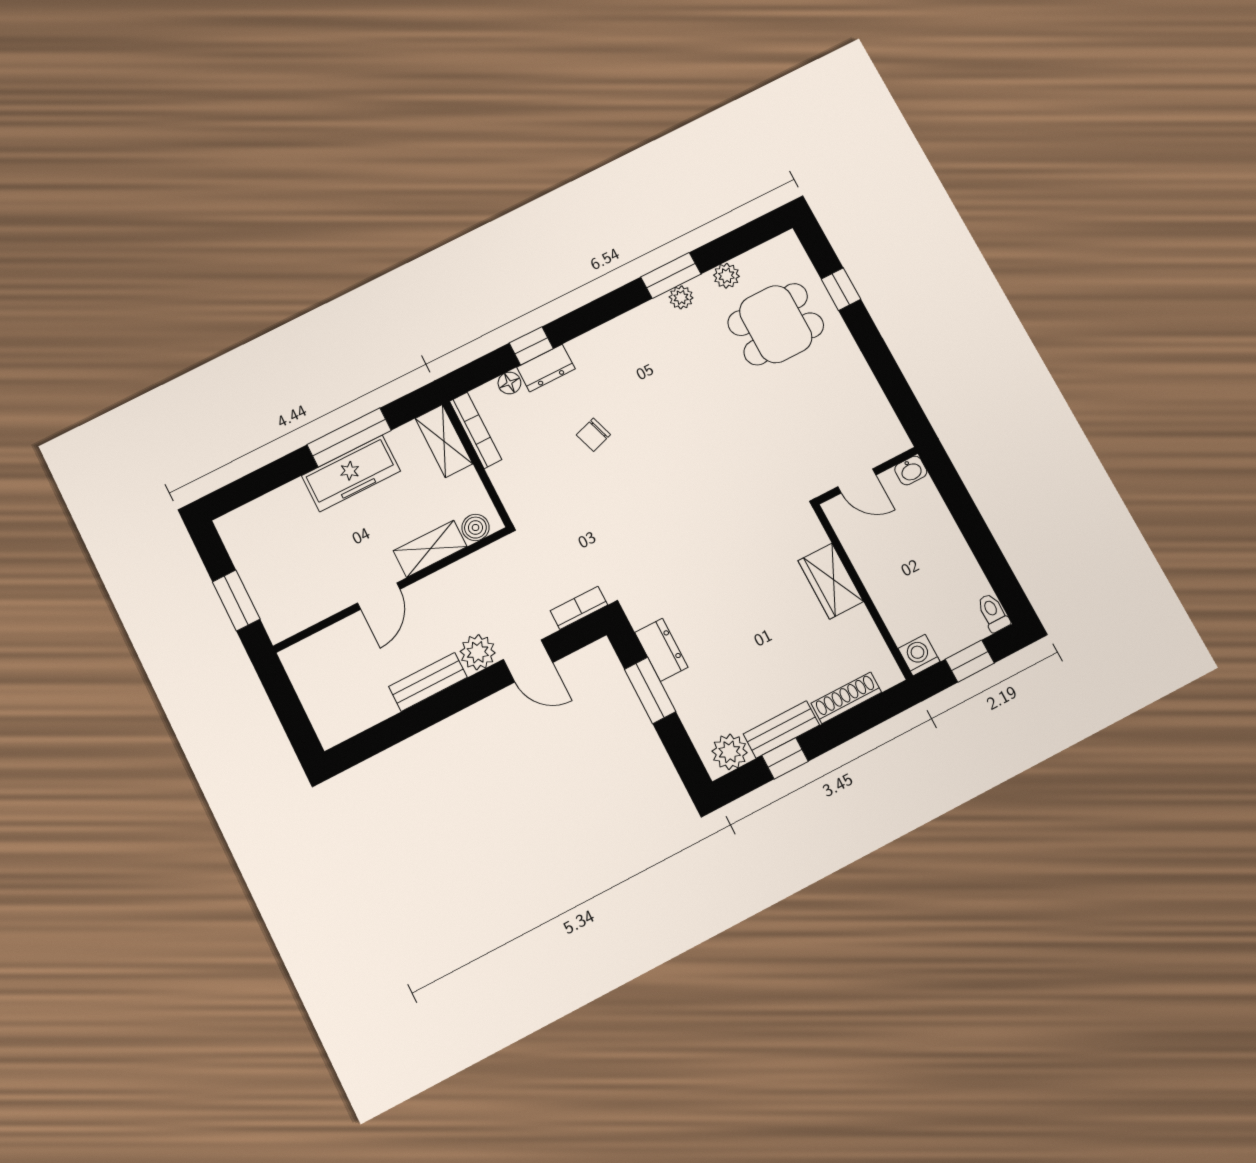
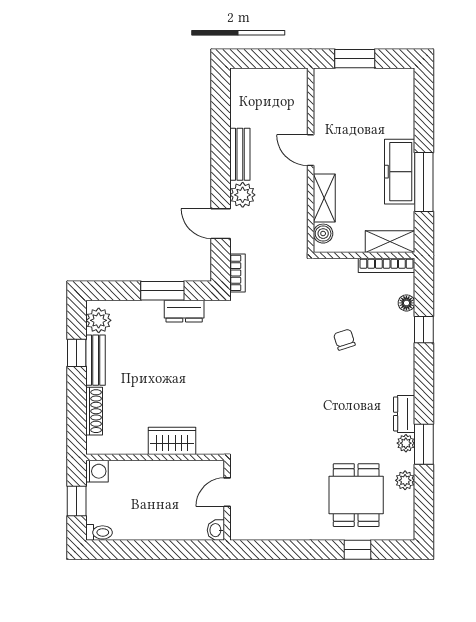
dresser: (546, 368) -> (404, 414), moved
door: (528, 661) -> (221, 224), hinge flipped

